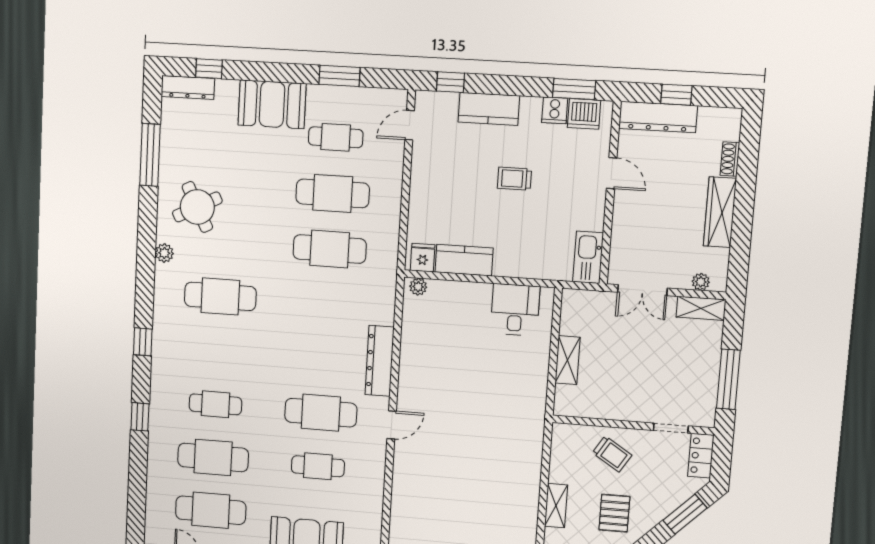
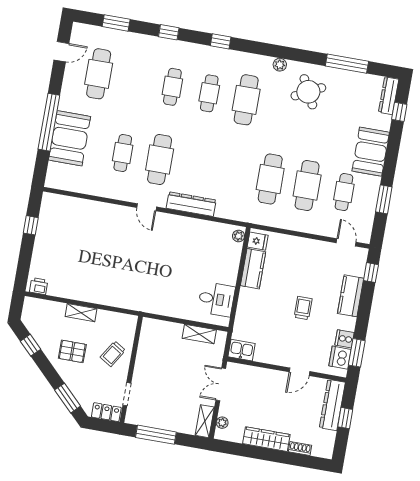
kitchen sink: (588, 257) -> (242, 350), width x0.73
shelving: (568, 360) -> (199, 334), moved
cafe table: (213, 458) -> (209, 93), moved, width x0.73, depth x0.74
window: (137, 492) -> (116, 23), added

